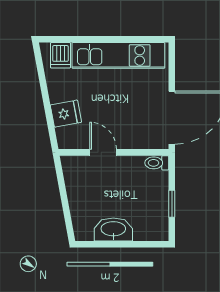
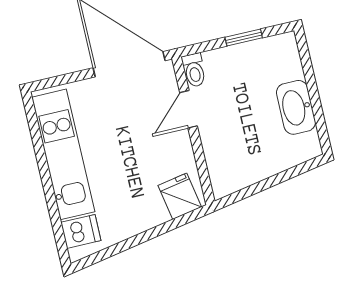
fridge: (66, 114) -> (180, 196), moved
door: (103, 152) -> (188, 109), moved

